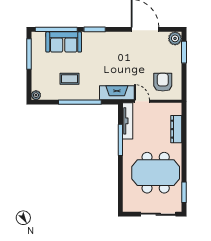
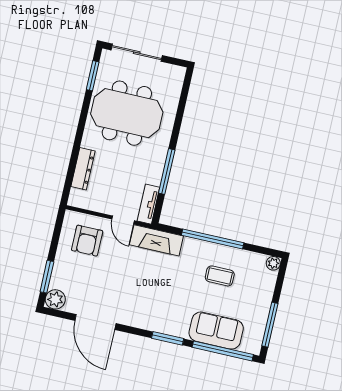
tv unit: (128, 121) -> (148, 204), width x0.71

